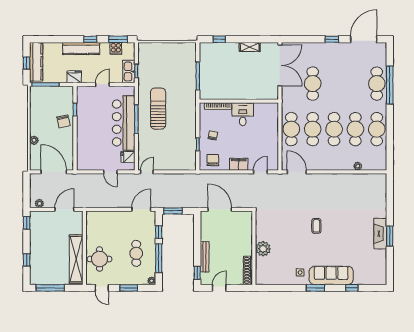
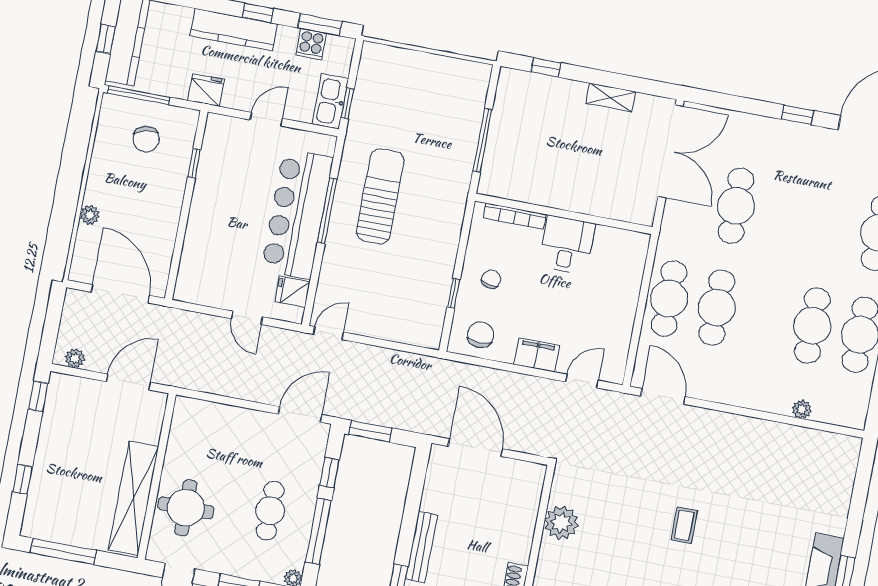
chair: (63, 121) -> (146, 139), moved
cafe table: (334, 129) -> (764, 317), removed
plant: (263, 249) -> (561, 523), moved

